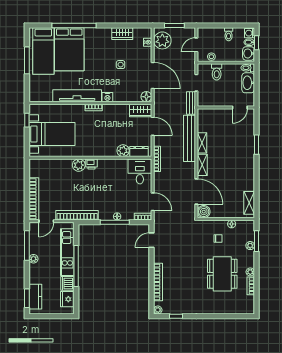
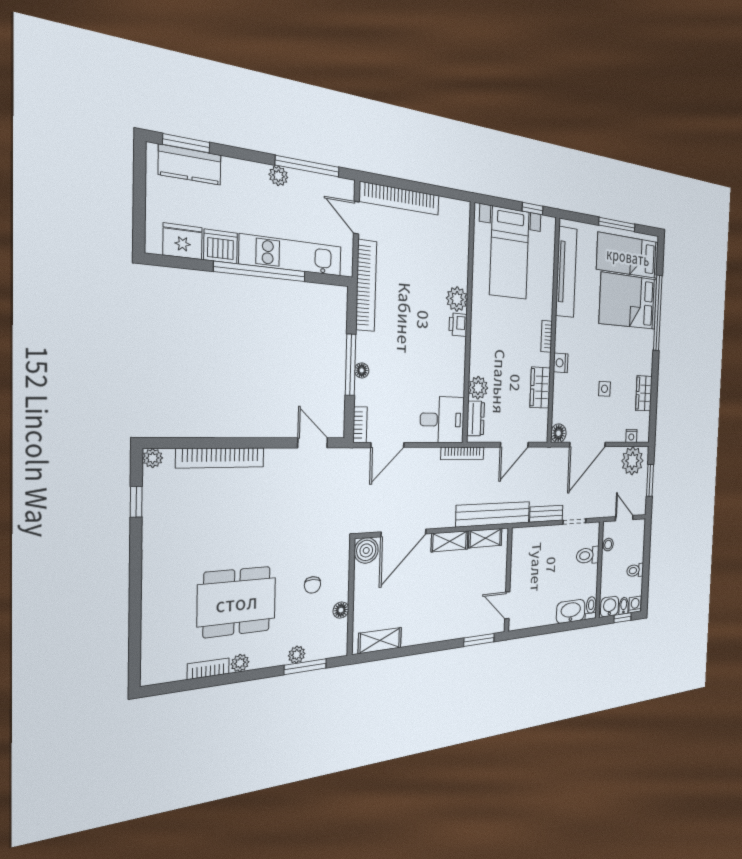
tv unit: (77, 96) -> (566, 272), moved
wall: (226, 107) -> (508, 580), moved
door: (240, 107) -> (507, 605), moved
wardrobe: (141, 111) -> (540, 388), moved

